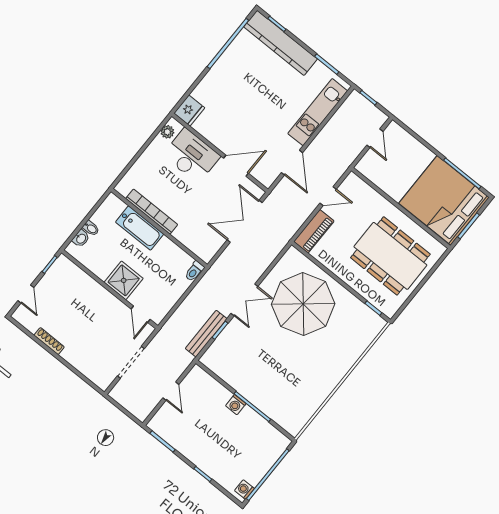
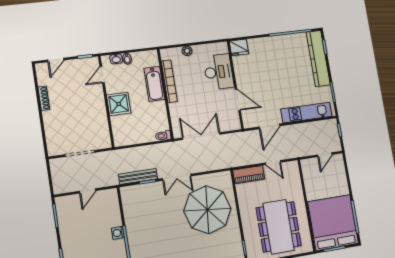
plant: (167, 132) -> (187, 51), moved
double door: (245, 221) -> (201, 136), moved
door: (141, 314) -> (102, 75), moved

